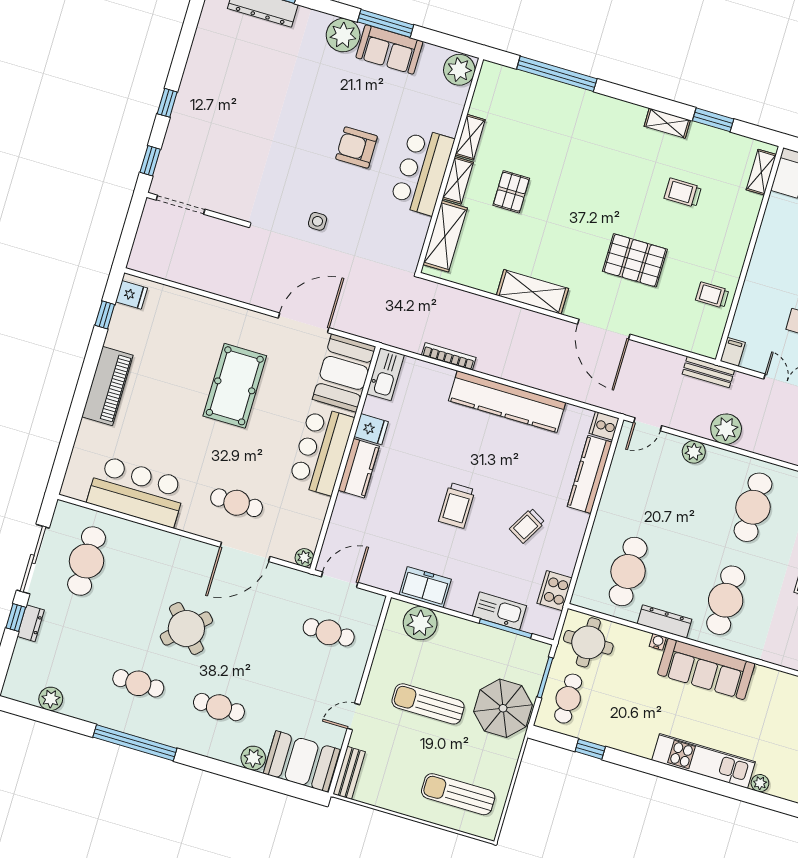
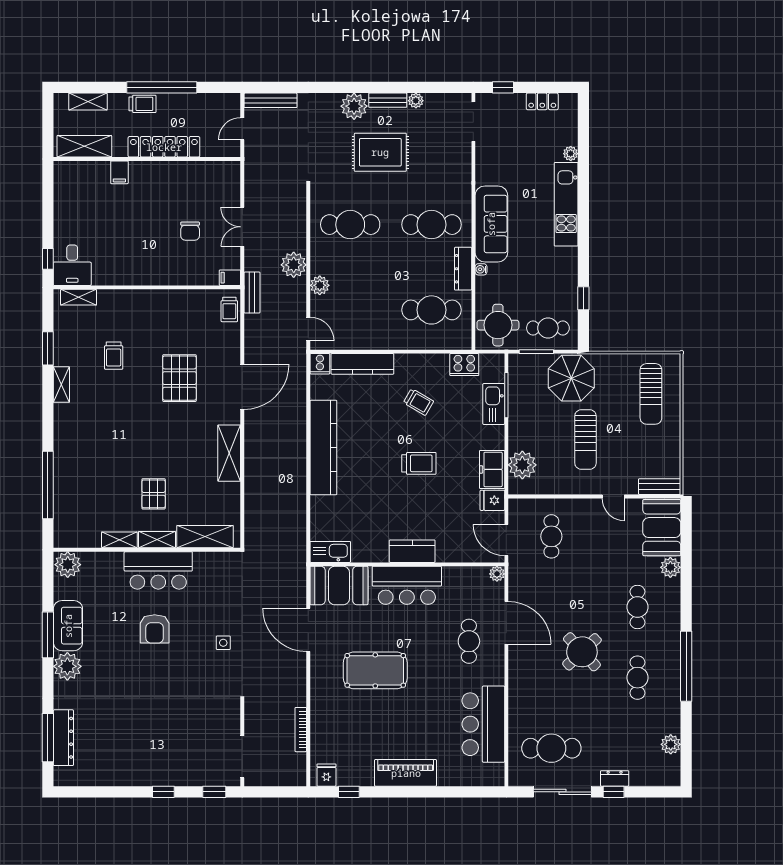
pallet: (511, 192) -> (154, 494), turned 90
trolley: (712, 295) -> (229, 309), moved
bookcase: (449, 356) -> (301, 730), moved
fridge: (371, 429) -> (492, 500), moved, turned -90

